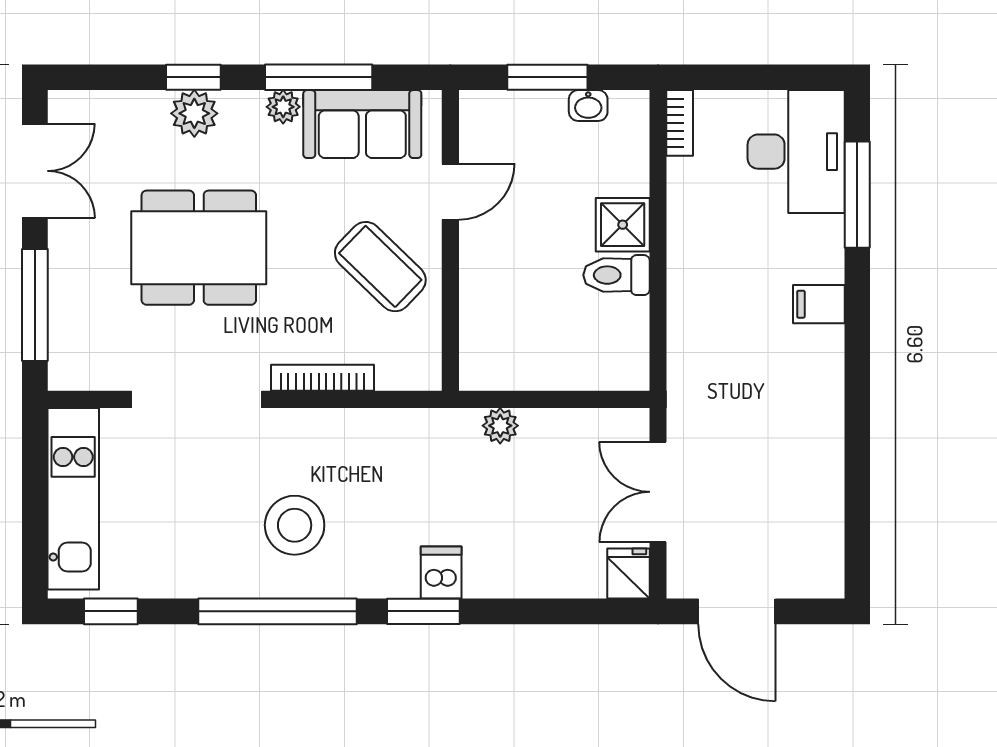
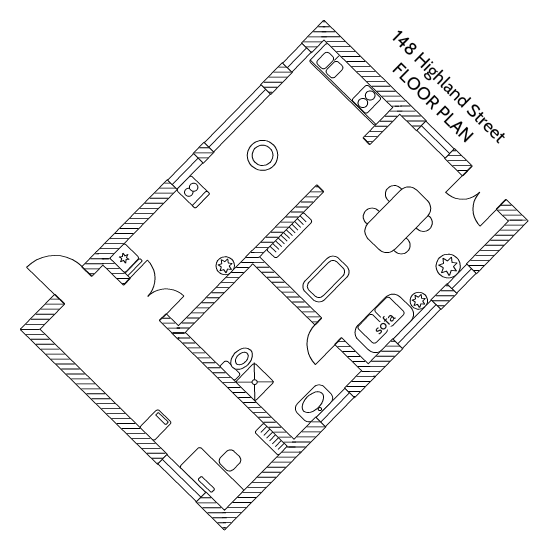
washbasin: (588, 106) -> (314, 403), width x1.91, depth x1.45
coffee table: (380, 267) -> (326, 279), turned -44
window: (35, 305) -> (435, 140), width x0.69
bookcase: (322, 378) -> (289, 235), moved

